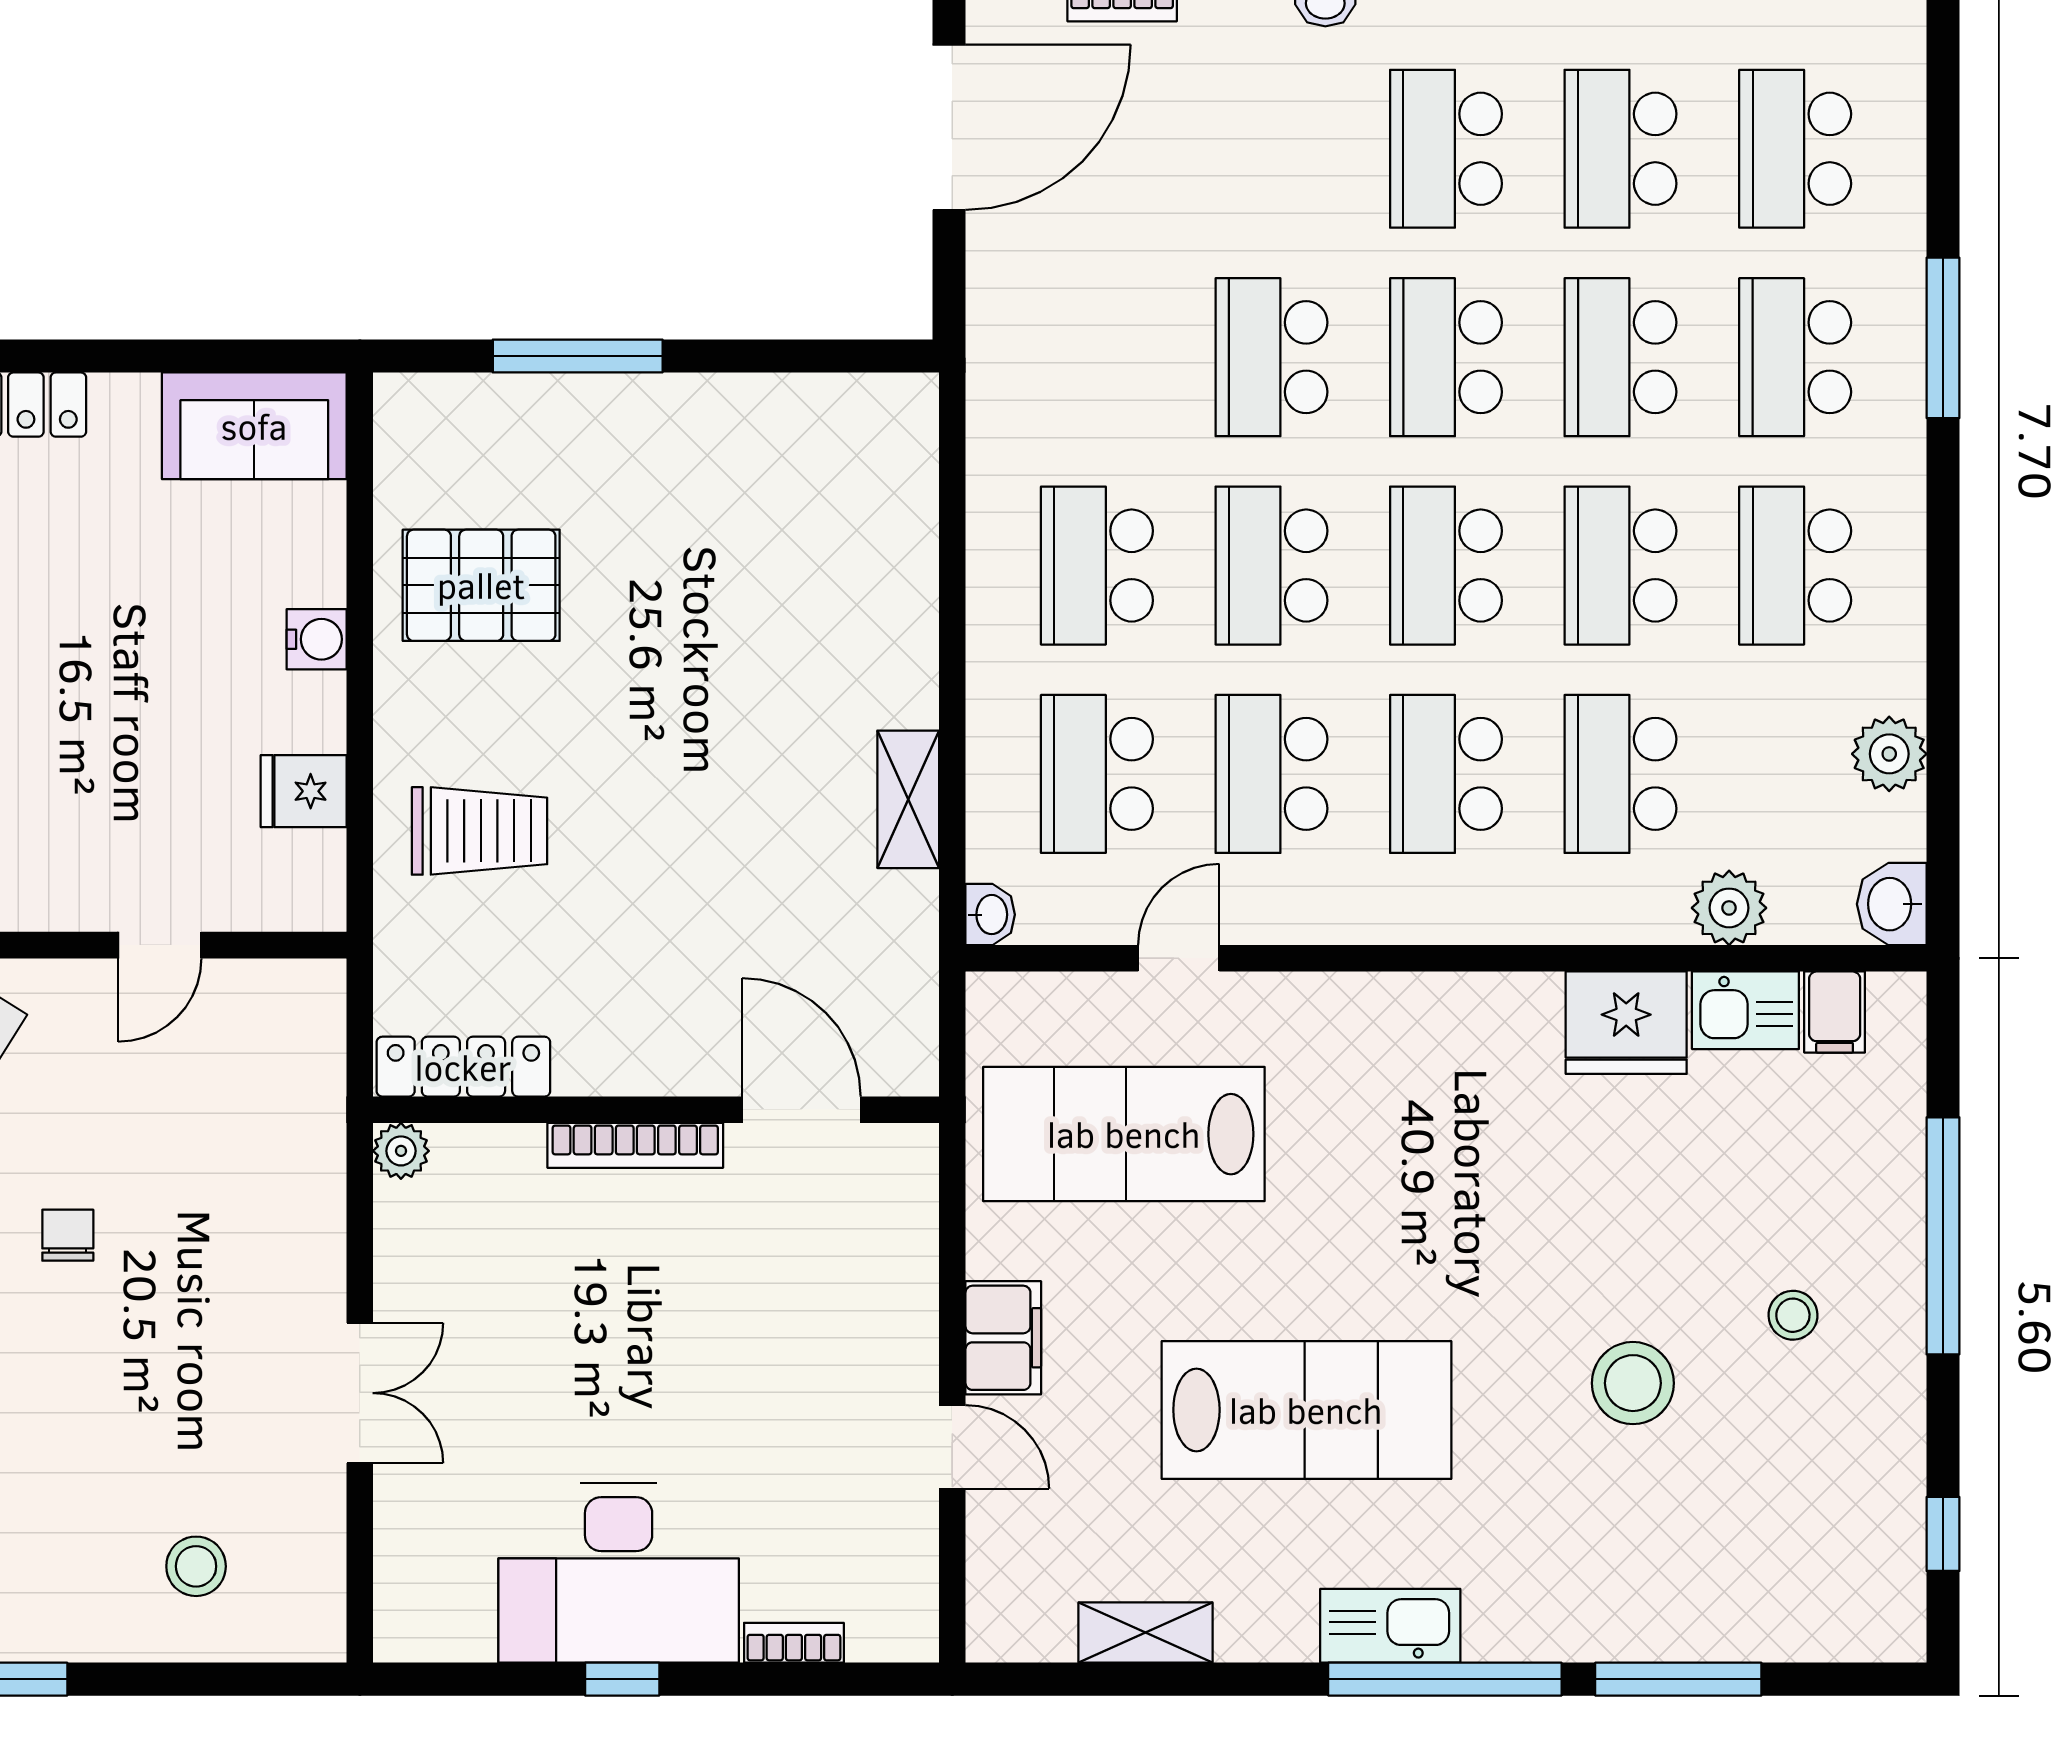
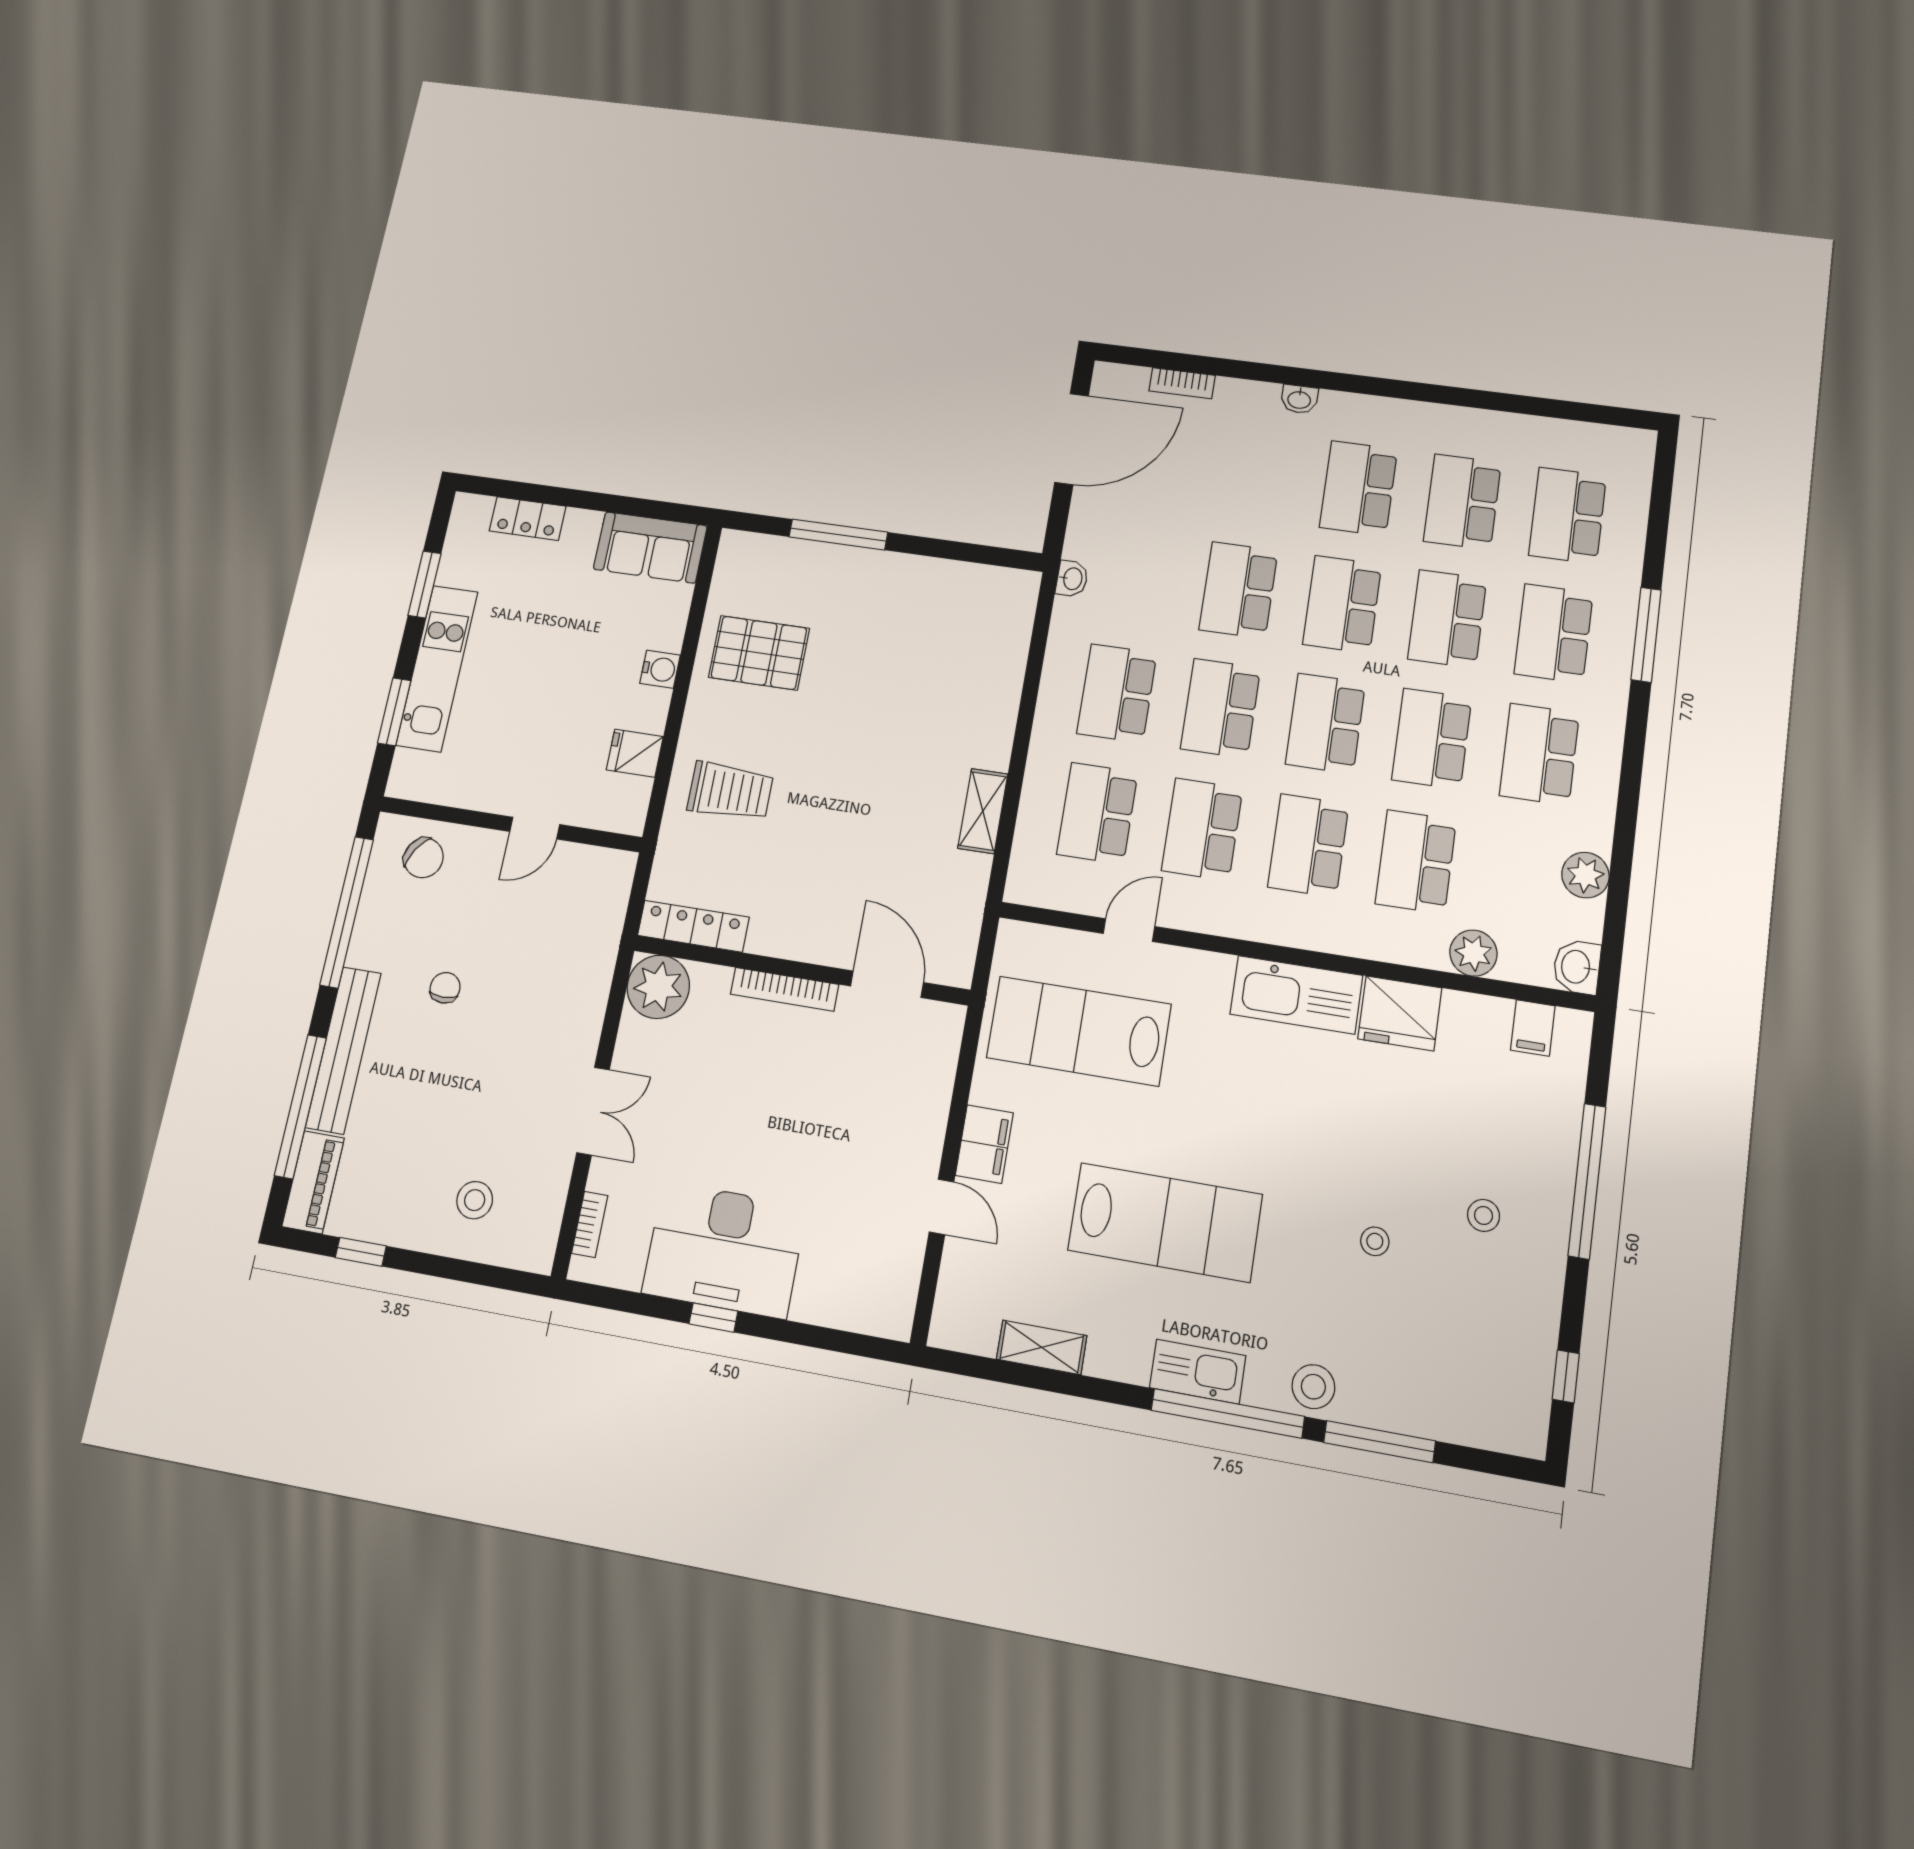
washbasin: (990, 915) -> (1072, 579), moved
kitchen sink: (1745, 1010) -> (1296, 995), moved, width x1.88, depth x1.24
plant: (401, 1151) -> (658, 987), width x1.87, depth x1.87
stool: (1633, 1383) -> (1375, 1241), width x0.53, depth x0.53
stool: (1569, 1617) -> (1313, 1387), added
bookcase: (794, 1643) -> (590, 1224), moved, turned 90

